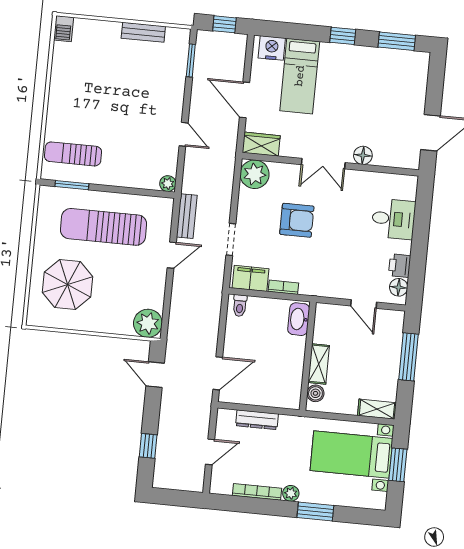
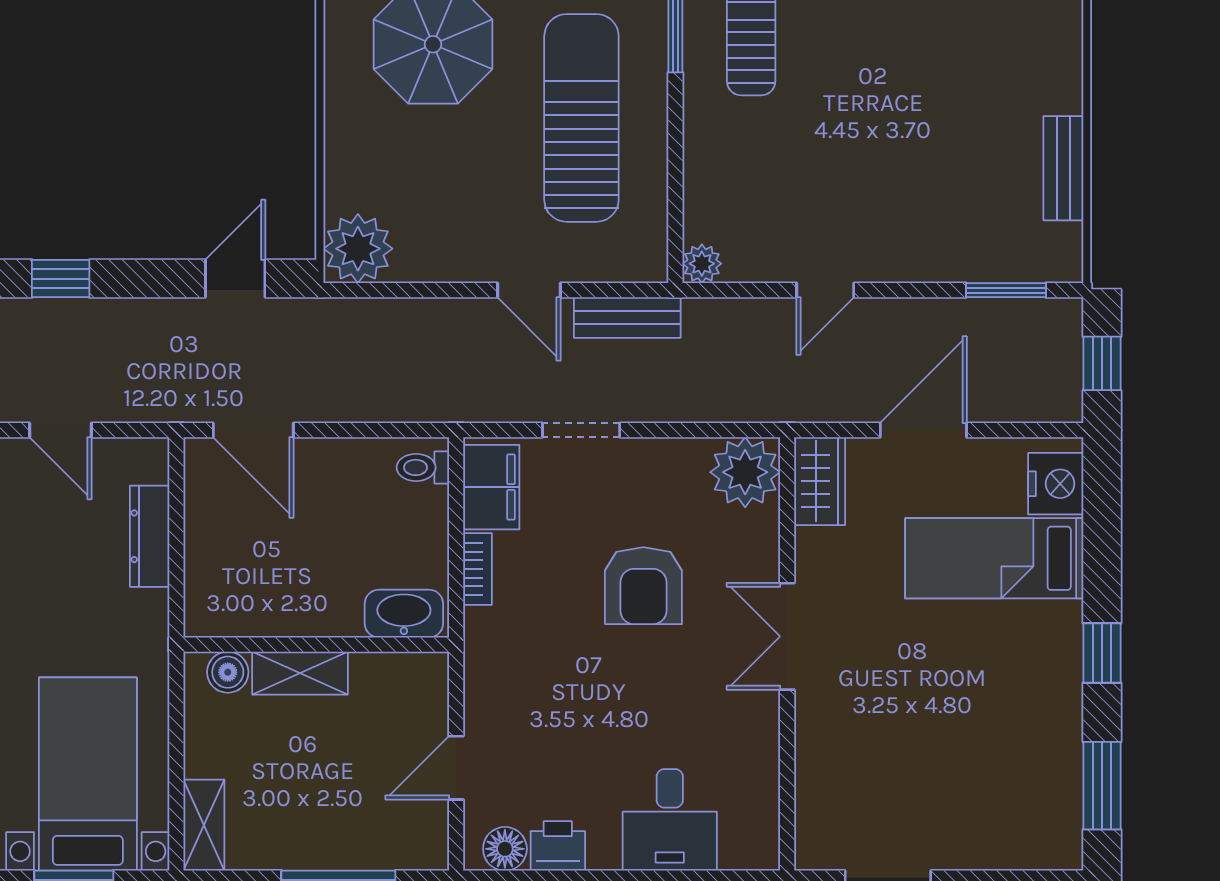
floor lamp: (363, 155) -> (817, 731), removed

